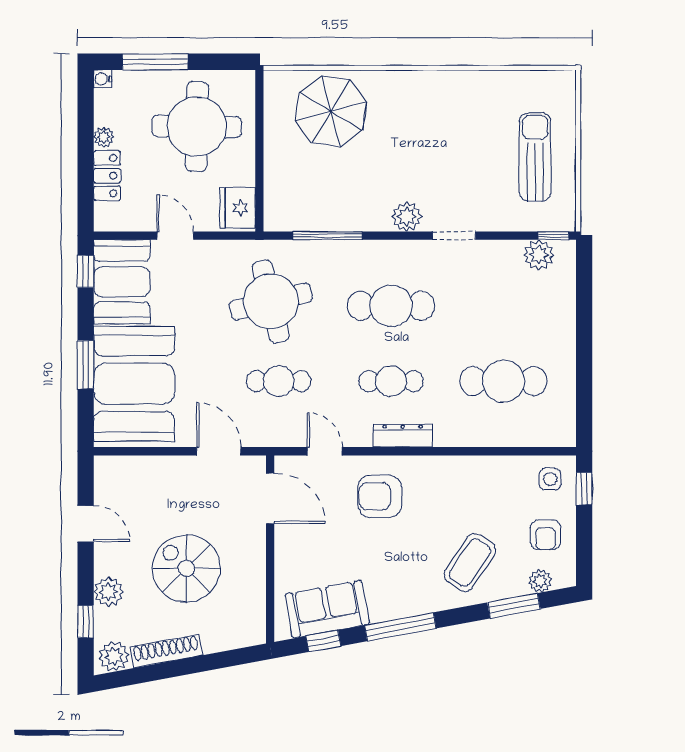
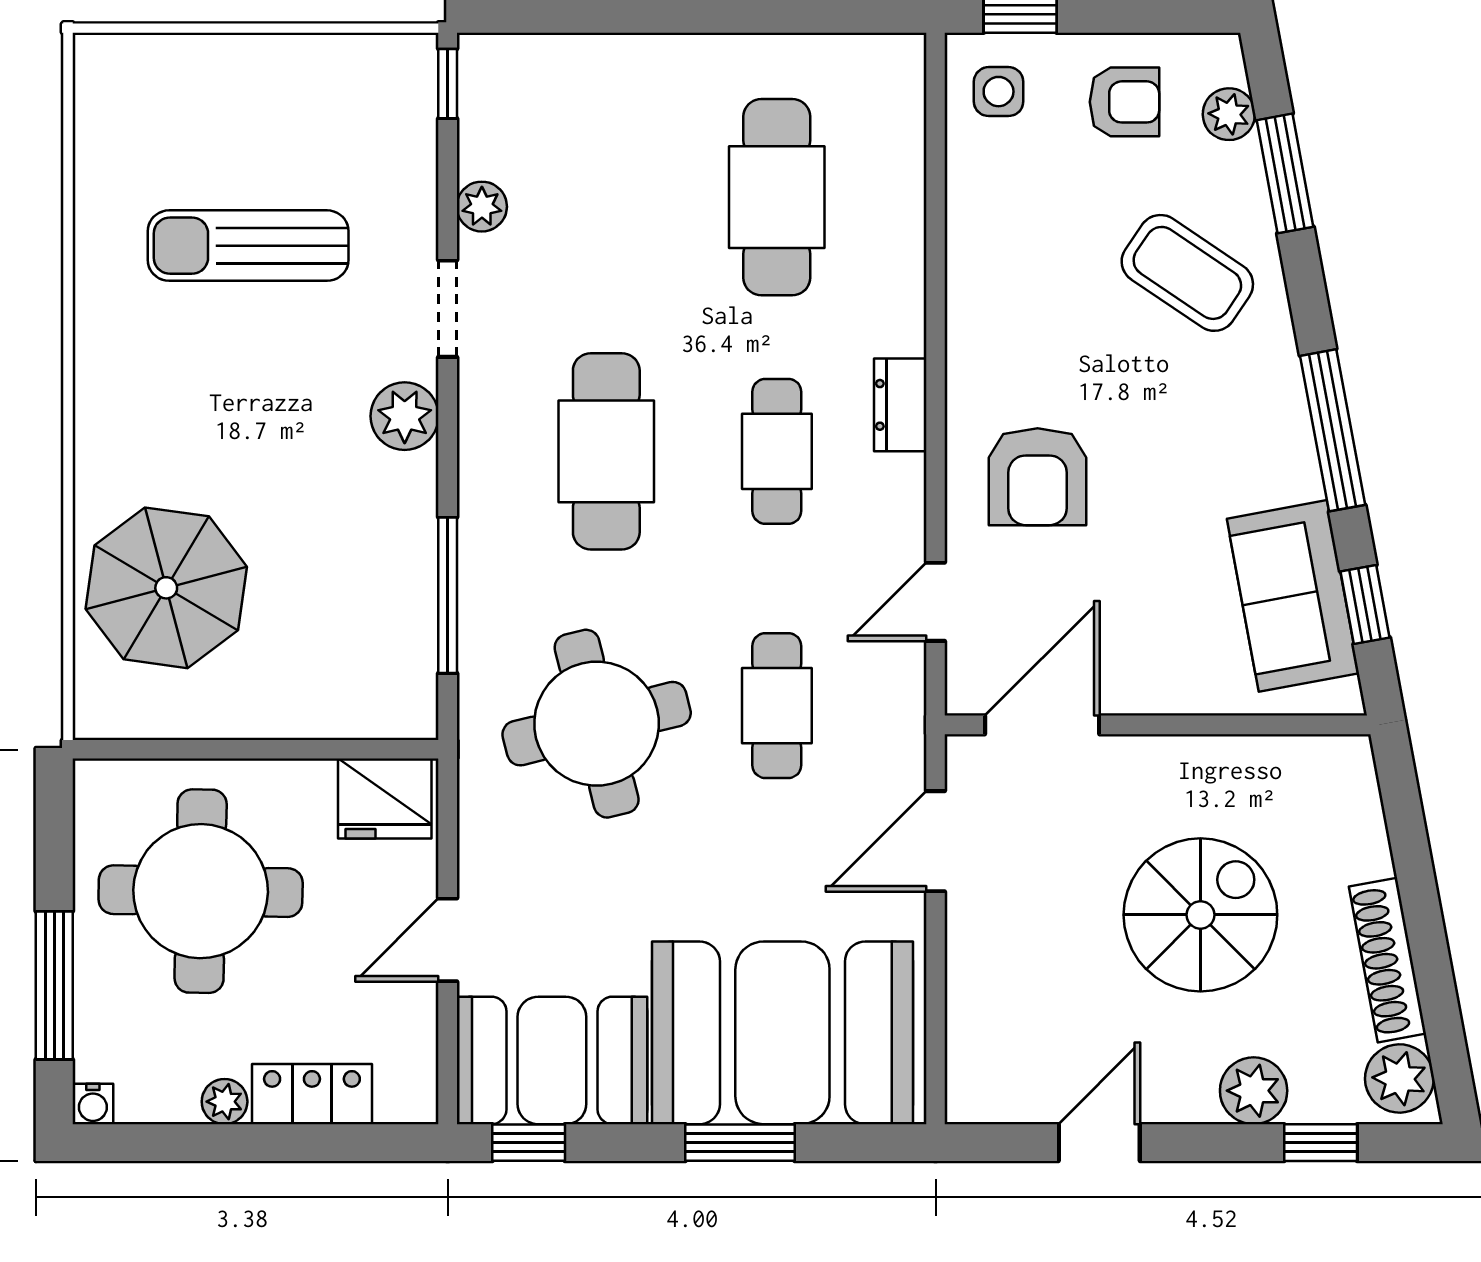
sun lounger: (535, 157) -> (248, 246), moved
plant: (539, 255) -> (482, 207), moved, width x0.73, depth x0.73
dresser: (403, 436) -> (900, 405), width x0.70
spiral stairs: (186, 568) -> (1200, 915), turned 180

